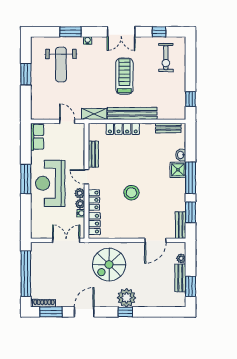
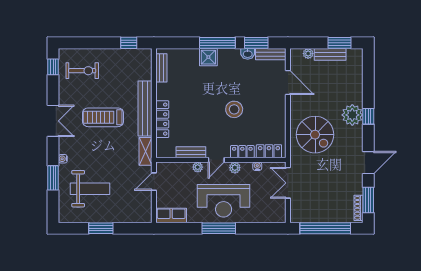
window: (159, 32) -> (53, 67), moved
washbasin: (181, 155) -> (248, 54), moved
plant: (80, 204) -> (198, 167), moved
door: (84, 312) -> (368, 163), swing flipped

